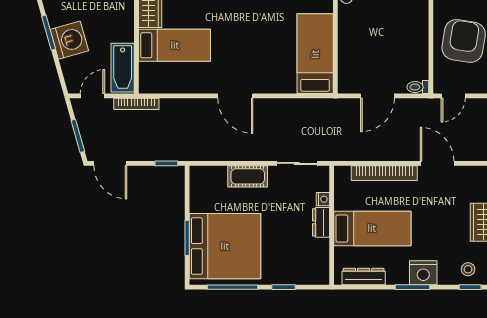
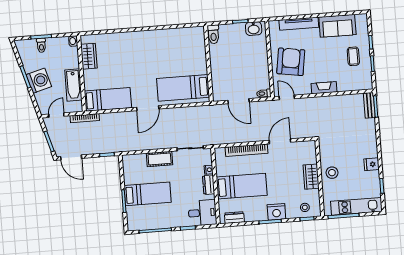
bed: (175, 45) -> (108, 99), moved
bed: (315, 54) -> (183, 88), moved, turned -90
bathtub: (123, 68) -> (73, 85), moved
door: (235, 96) -> (148, 108), hinge flipped
door: (377, 96) -> (238, 101), hinge flipped
door: (453, 96) -> (287, 97), swing flipped
door: (437, 163) -> (280, 141), hinge flipped
bed: (225, 246) -> (148, 194), width x0.49
desk: (308, 265) -> (202, 213), added
dresser: (364, 277) -> (234, 218), width x0.70

